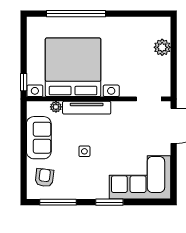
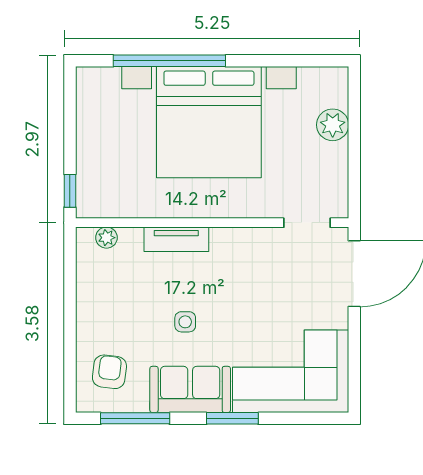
bed with nightstands: (73, 67) -> (209, 122), moved, turned 180
plant: (56, 107) -> (106, 238), moved
tv unit: (87, 108) -> (176, 239), width x0.71
sofa: (39, 138) -> (190, 389), moved, turned -90

